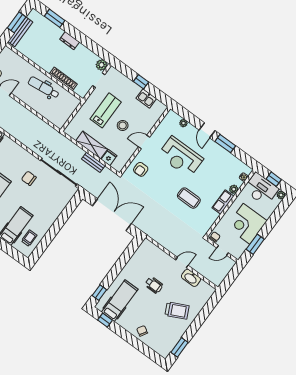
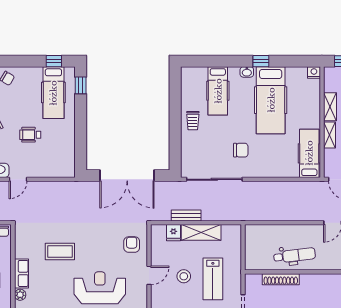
trolley: (29, 238) -> (193, 121), moved

